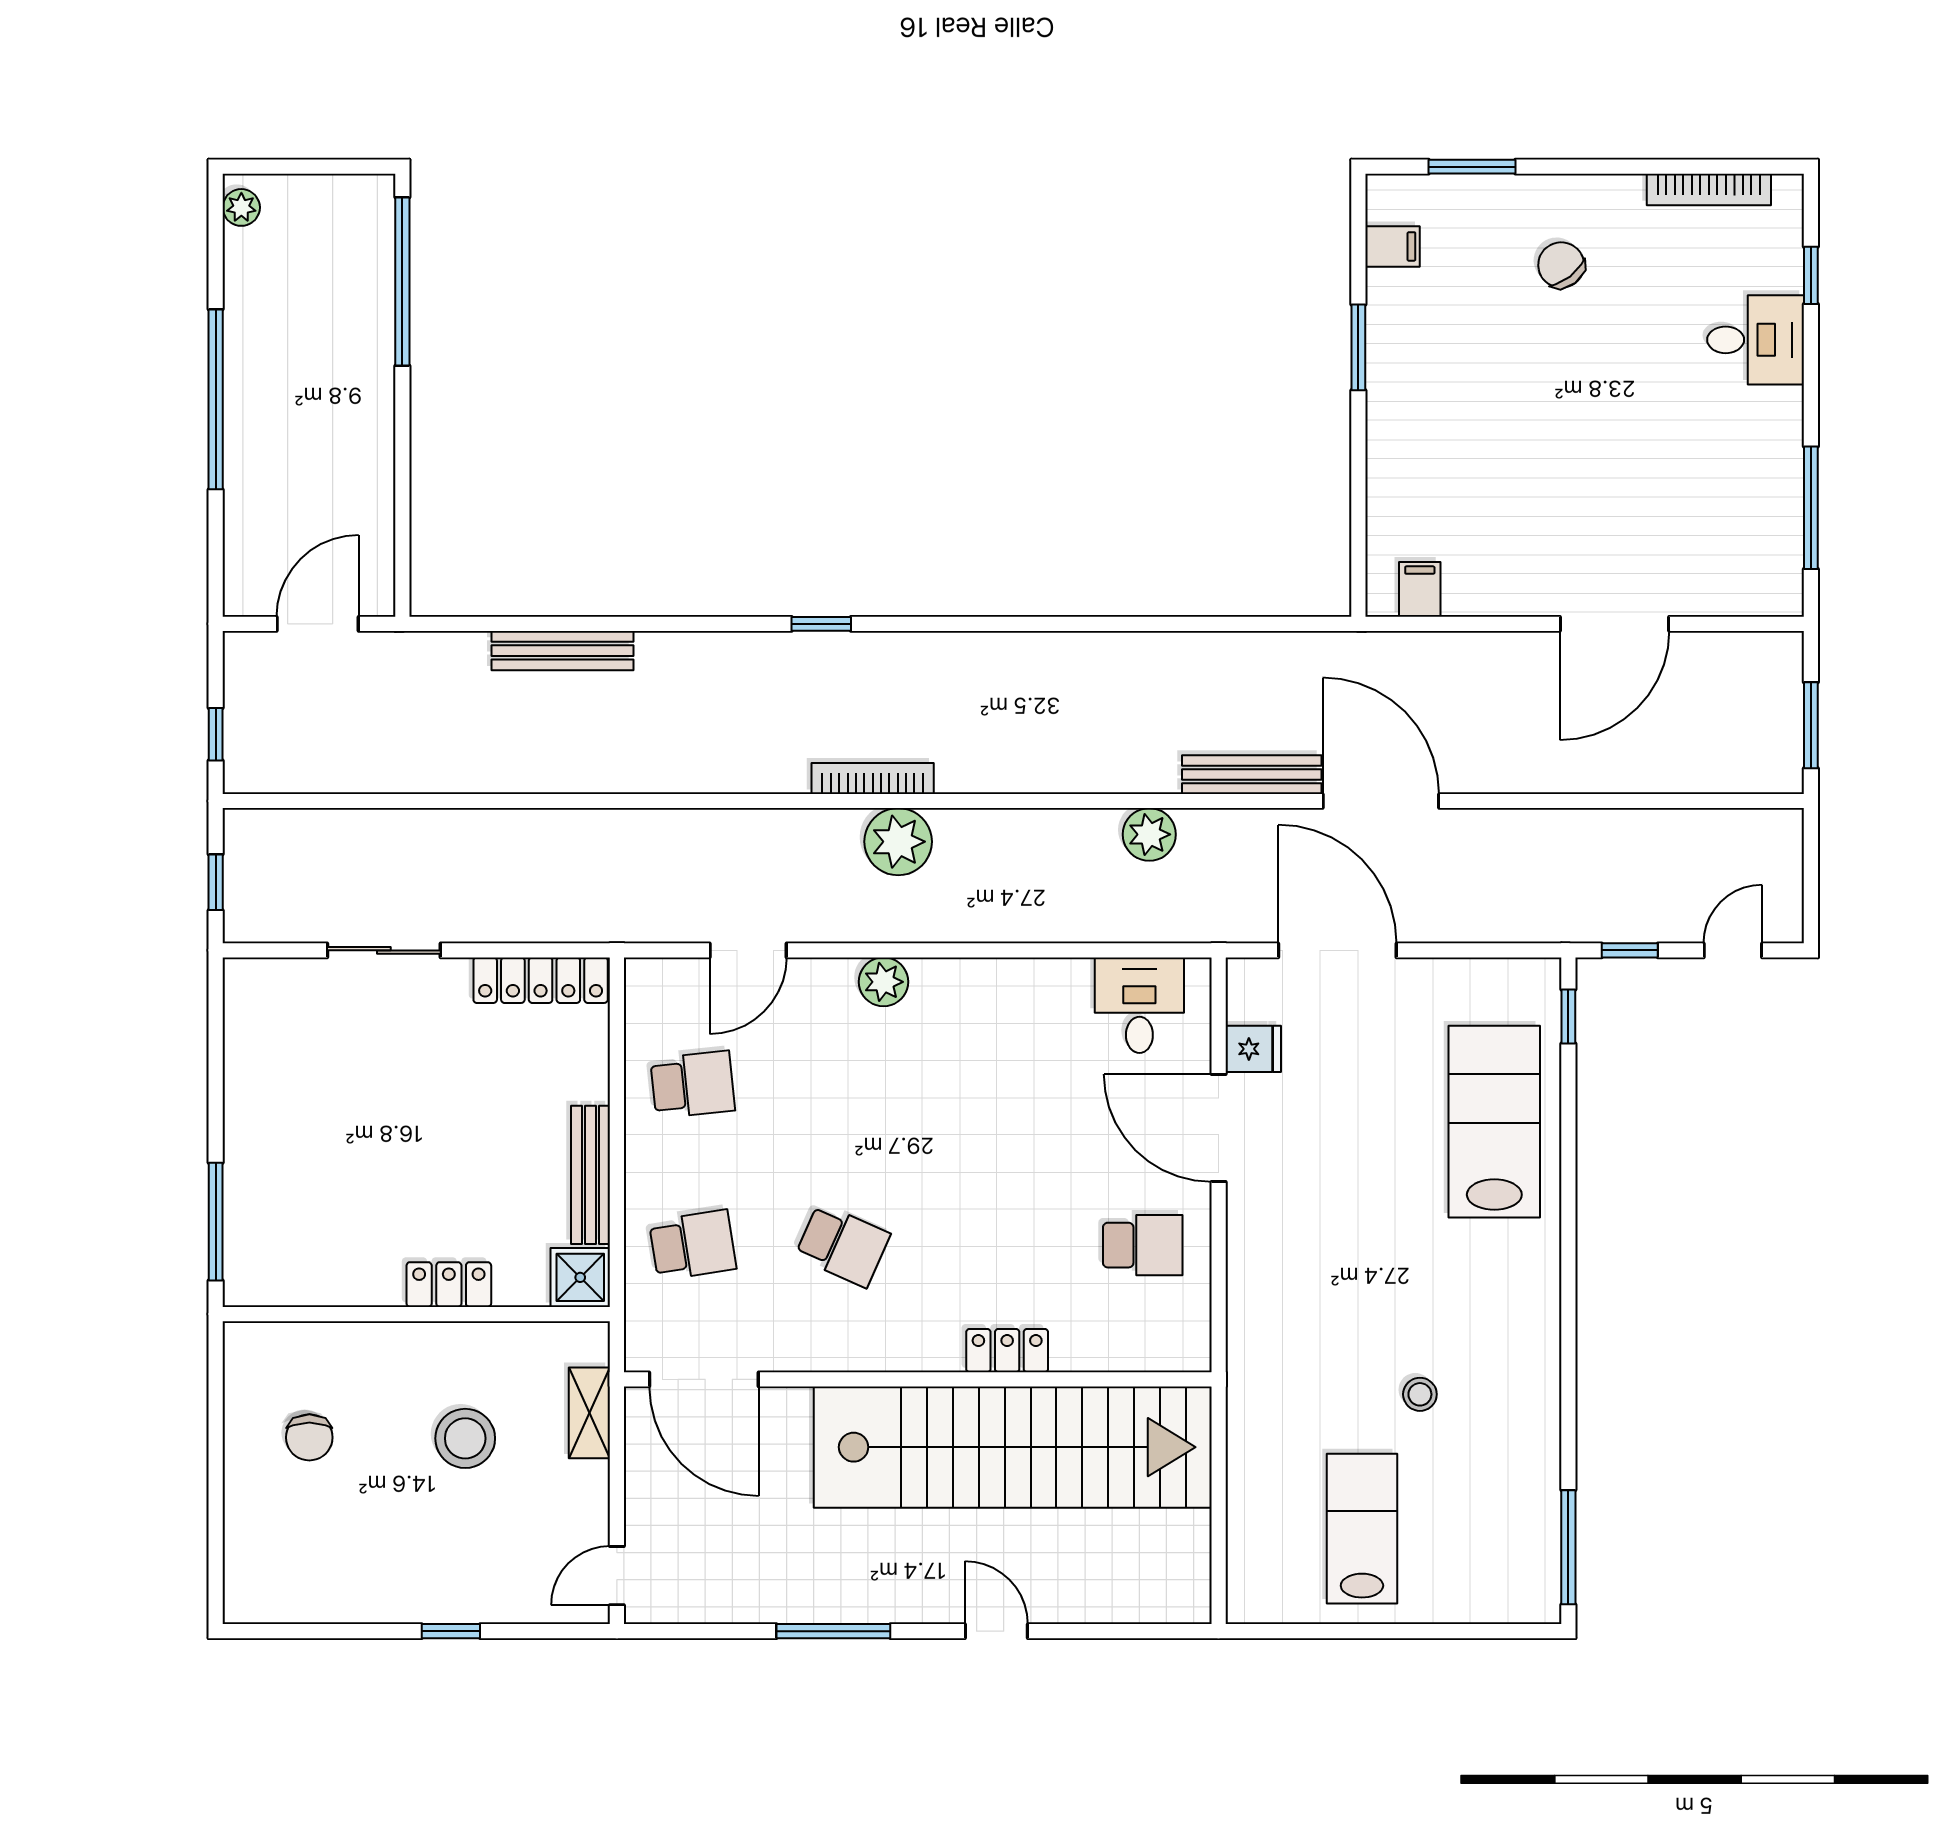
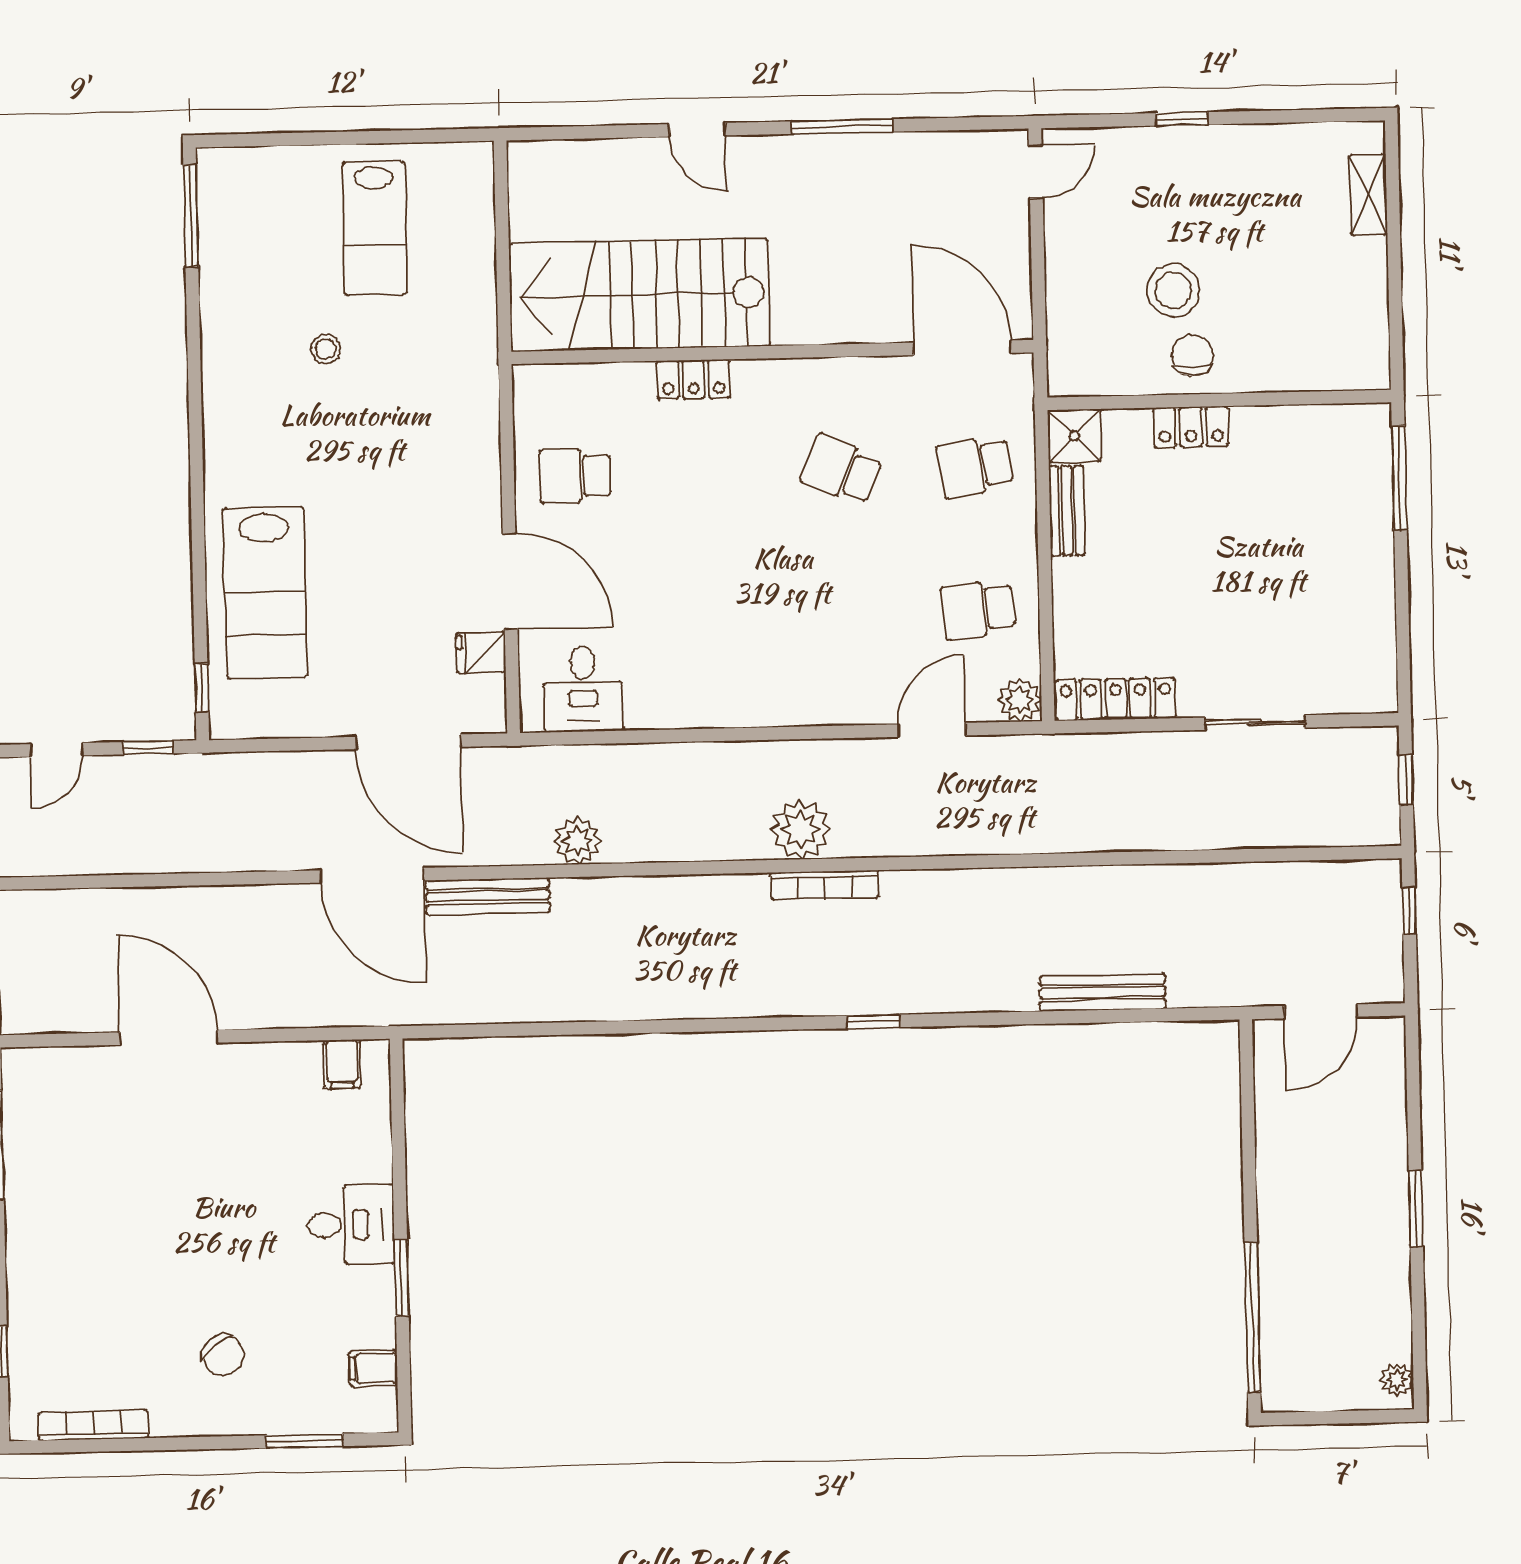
desk: (1756, 340) -> (351, 1225), moved, turned 180
window: (216, 399) -> (1416, 1209), width x0.47
door: (1615, 624) -> (168, 1038), hinge flipped
plant: (884, 982) -> (1020, 700), moved
bench: (590, 1175) -> (1067, 511), width x0.73
shelving: (589, 1413) -> (1368, 195), moved
chair: (309, 1437) -> (1192, 355), moved
stairs: (1013, 1447) -> (640, 295), width x0.73

